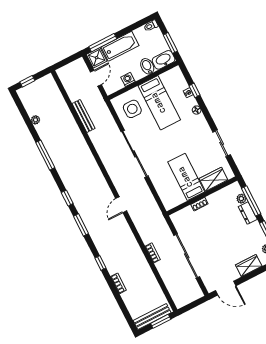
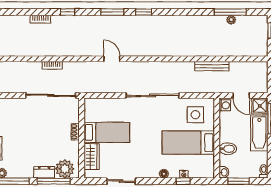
washbasin: (164, 60) -> (224, 172), width x0.52, depth x0.69
washing machine: (128, 79) -> (225, 105), moved
window: (45, 155) -> (230, 12), moved
plant: (241, 199) -> (65, 169), width x1.88, depth x1.88
sliding door: (187, 256) -> (51, 95), moved

